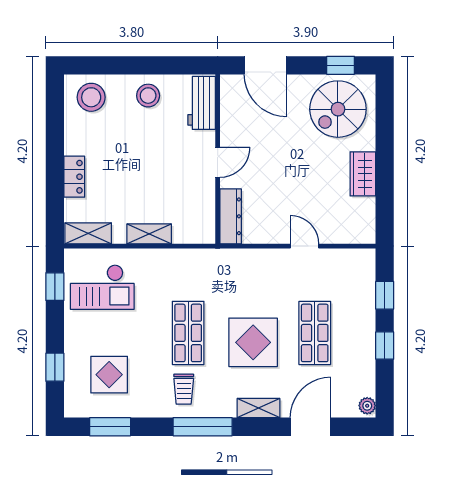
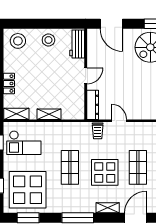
door: (304, 246) -> (119, 121), moved
display table: (109, 375) -> (28, 190), width x1.86, depth x1.86
trolley: (184, 389) -> (98, 131), moved

